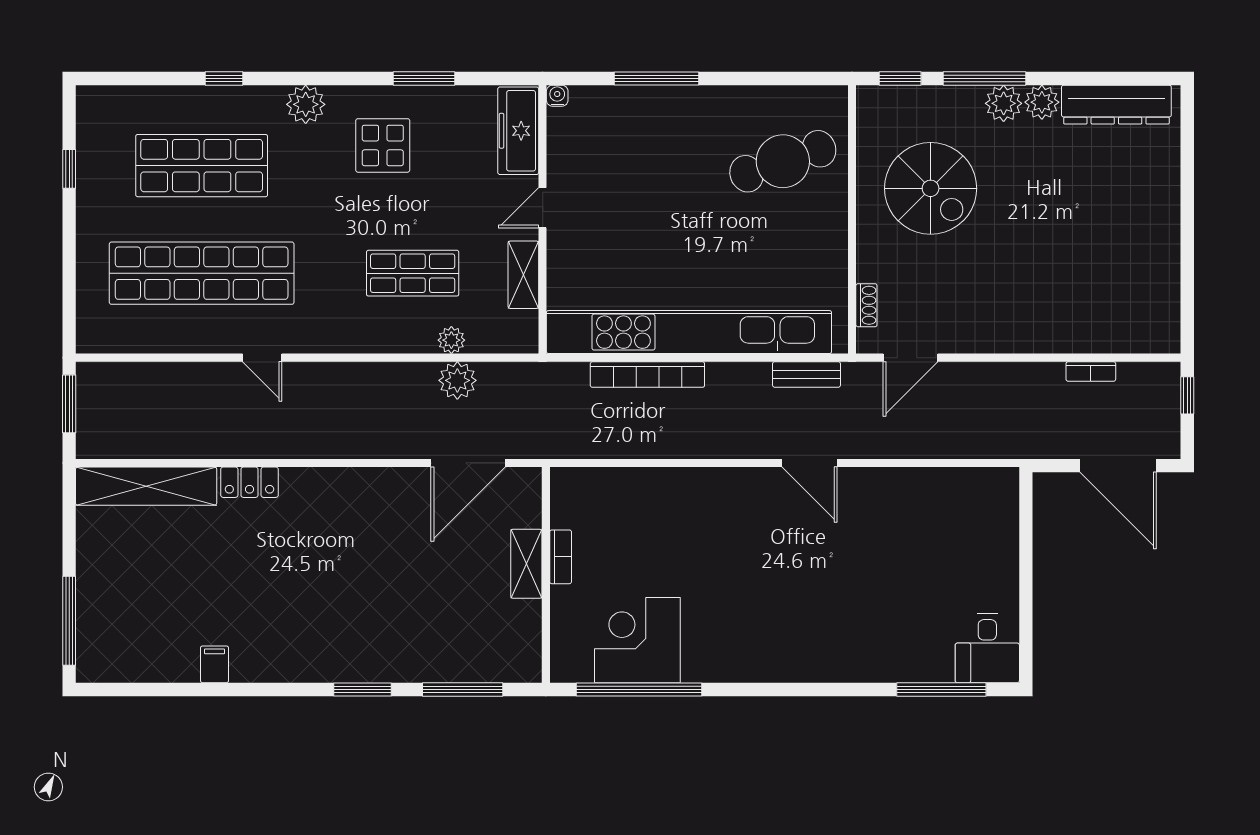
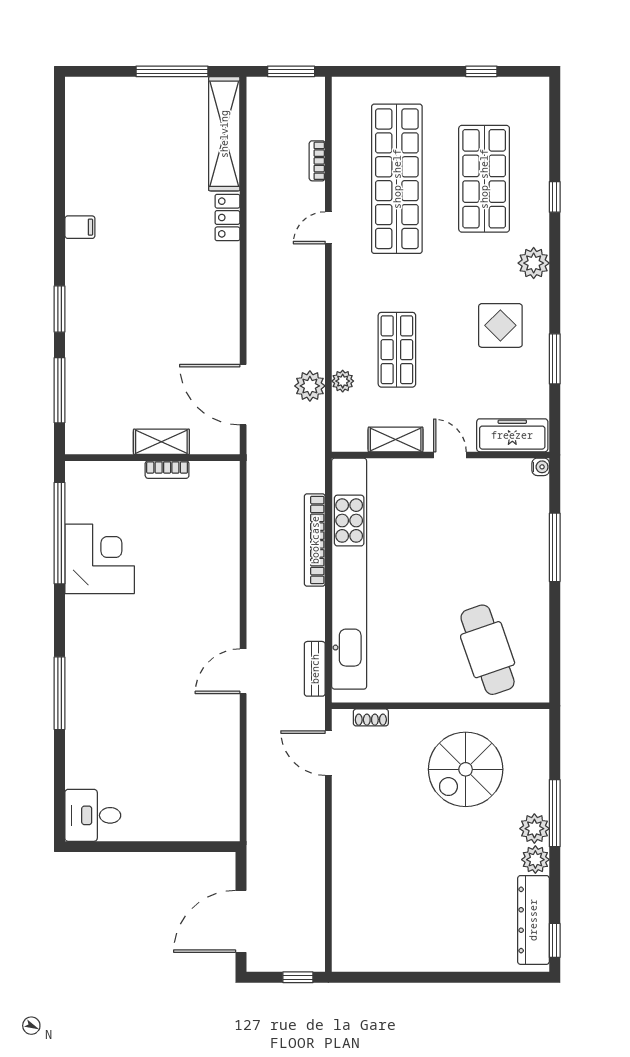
window: (900, 78) -> (555, 940), moved
bookcase: (1091, 371) -> (317, 161), moved
window: (69, 621) -> (172, 71), moved
corner desk: (637, 640) -> (100, 559), moved
filing cabinet: (215, 664) -> (80, 227), moved
window: (941, 689) -> (60, 693), moved

